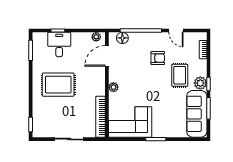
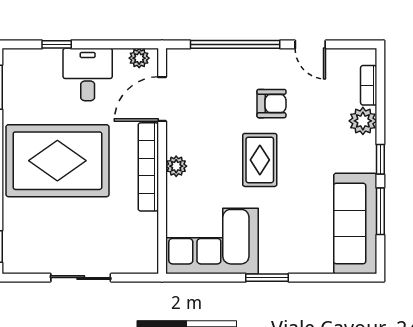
floor lamp: (122, 38) -> (195, 61), removed
desk: (59, 44) -> (88, 74), moved
rug: (180, 75) -> (260, 160), moved
plant: (200, 83) -> (363, 121), moved
rug: (58, 85) -> (57, 161), width x1.37, depth x1.44
bookcase: (100, 117) -> (148, 167), moved

